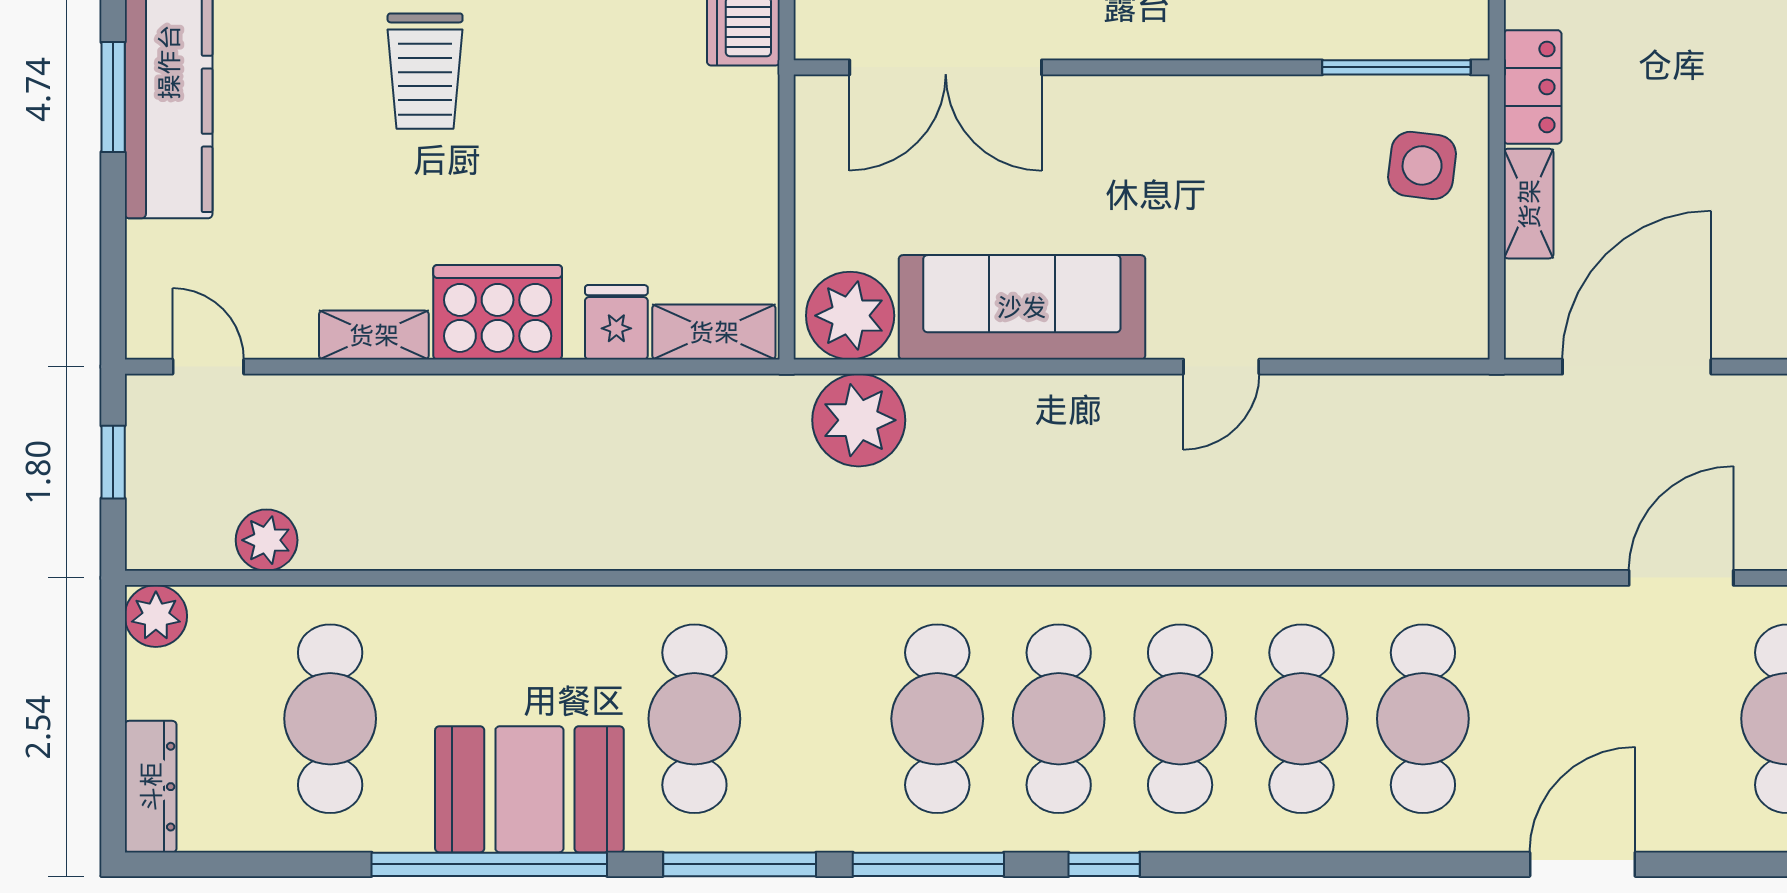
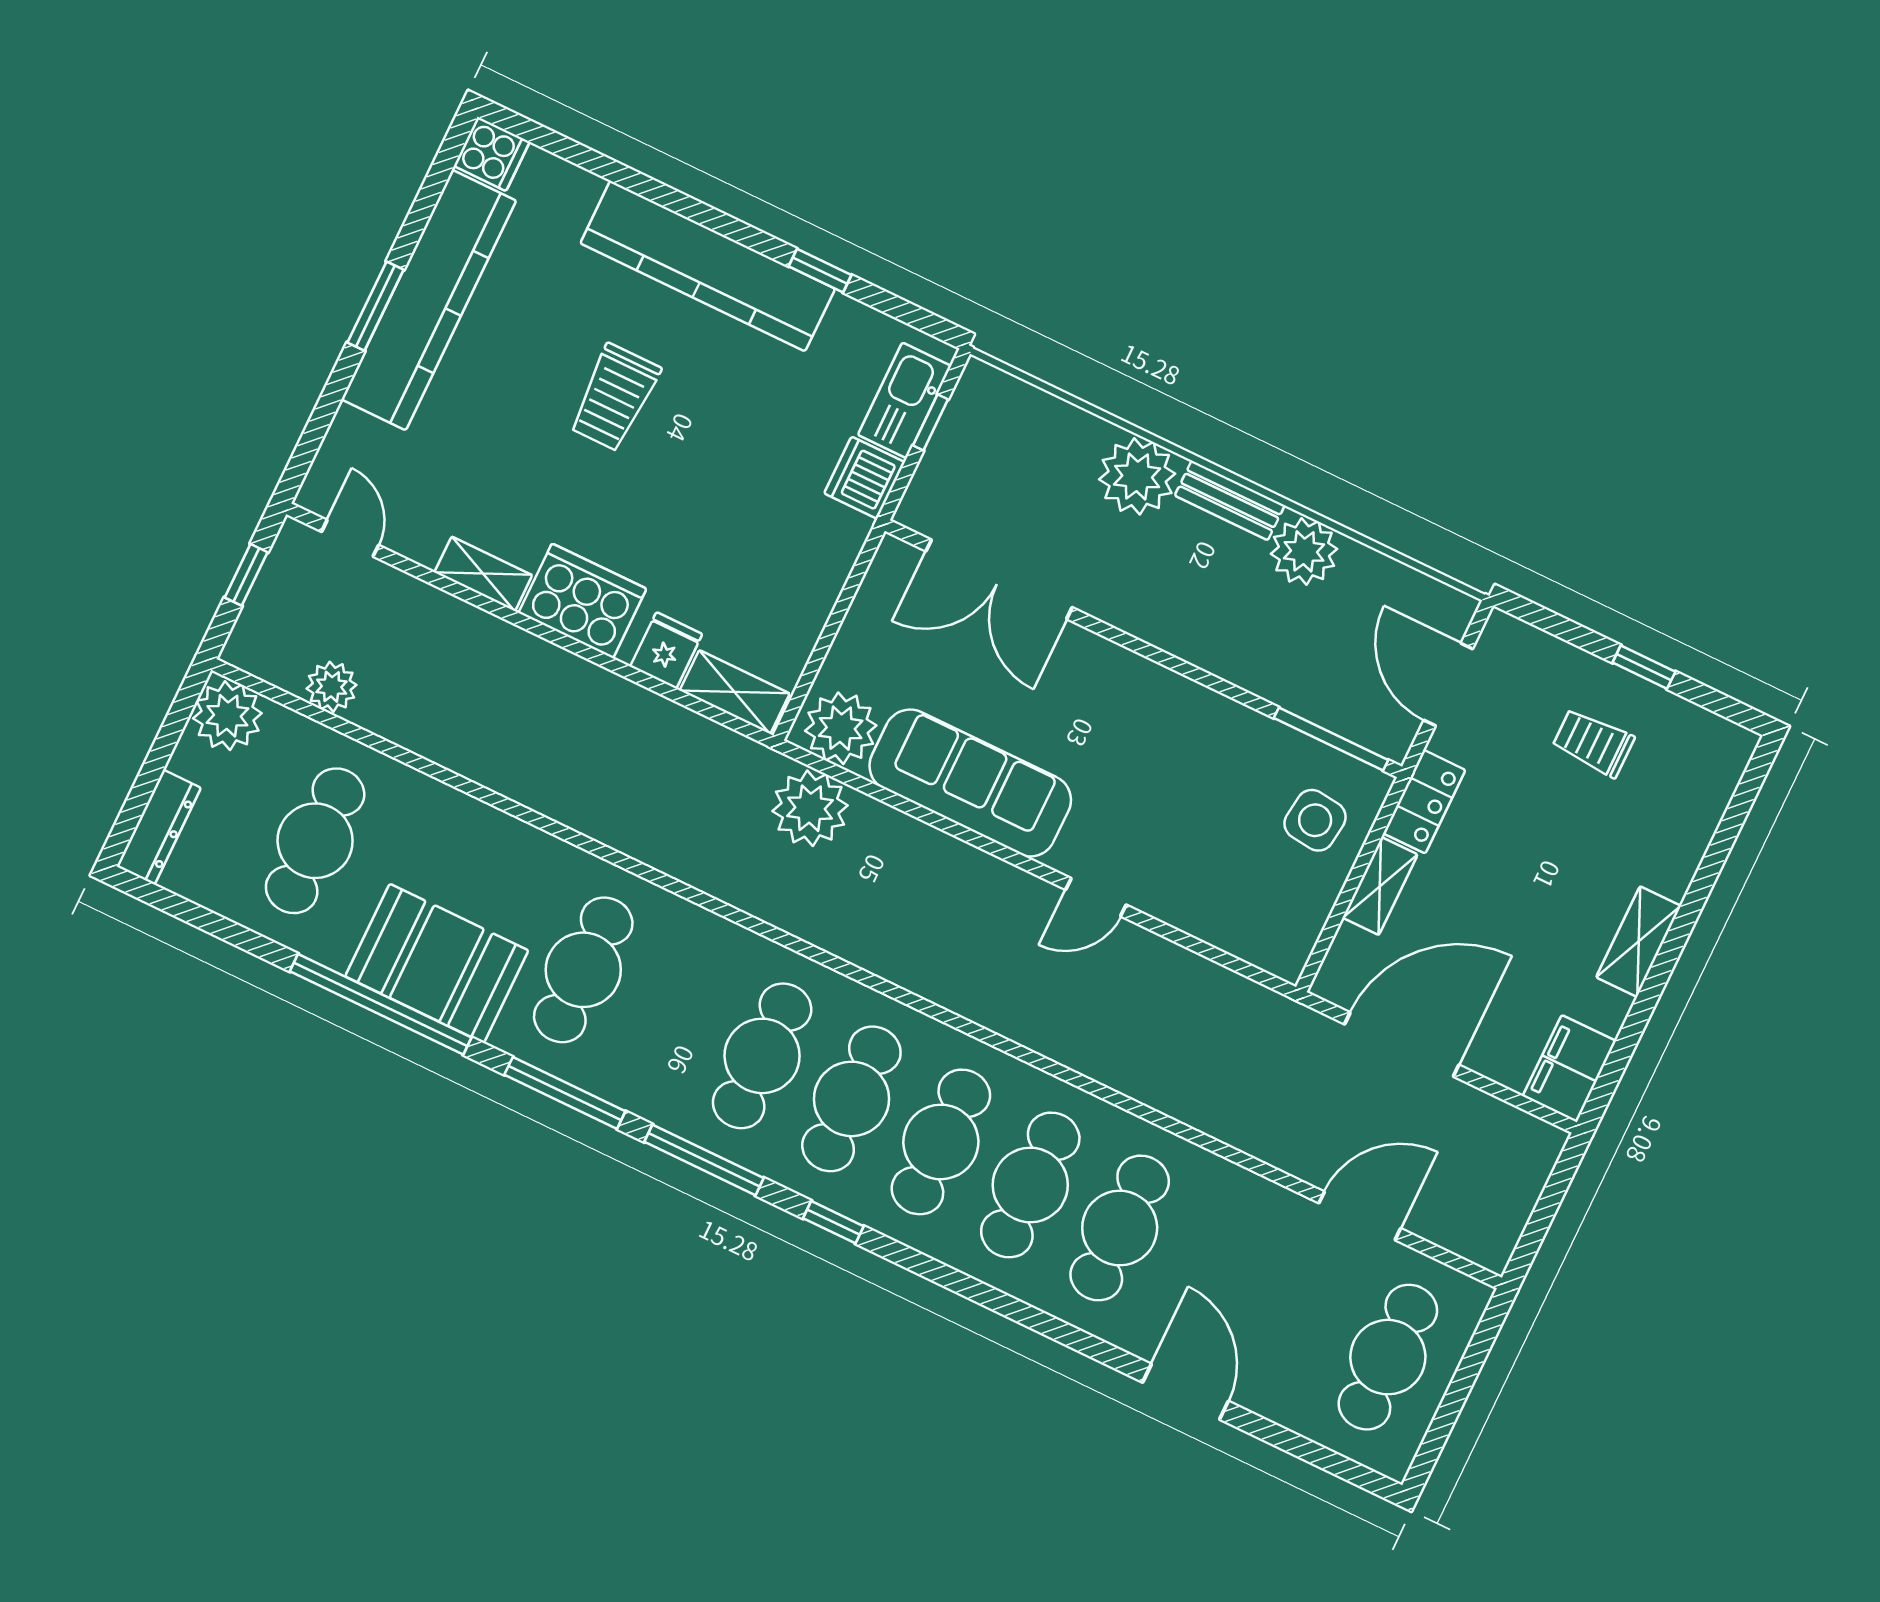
plant: (156, 616) -> (227, 716), width x1.36, depth x1.36
door: (1582, 864) -> (1186, 1392), hinge flipped

